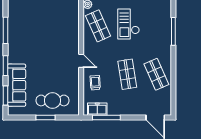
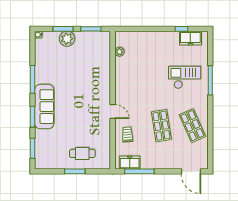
checkout: (129, 24) -> (185, 77), moved, turned 90
shop shelf: (98, 26) -> (130, 75), removed
sofa: (17, 85) -> (44, 107), moved
cafe table: (52, 100) -> (82, 153), width x0.73, depth x0.74

